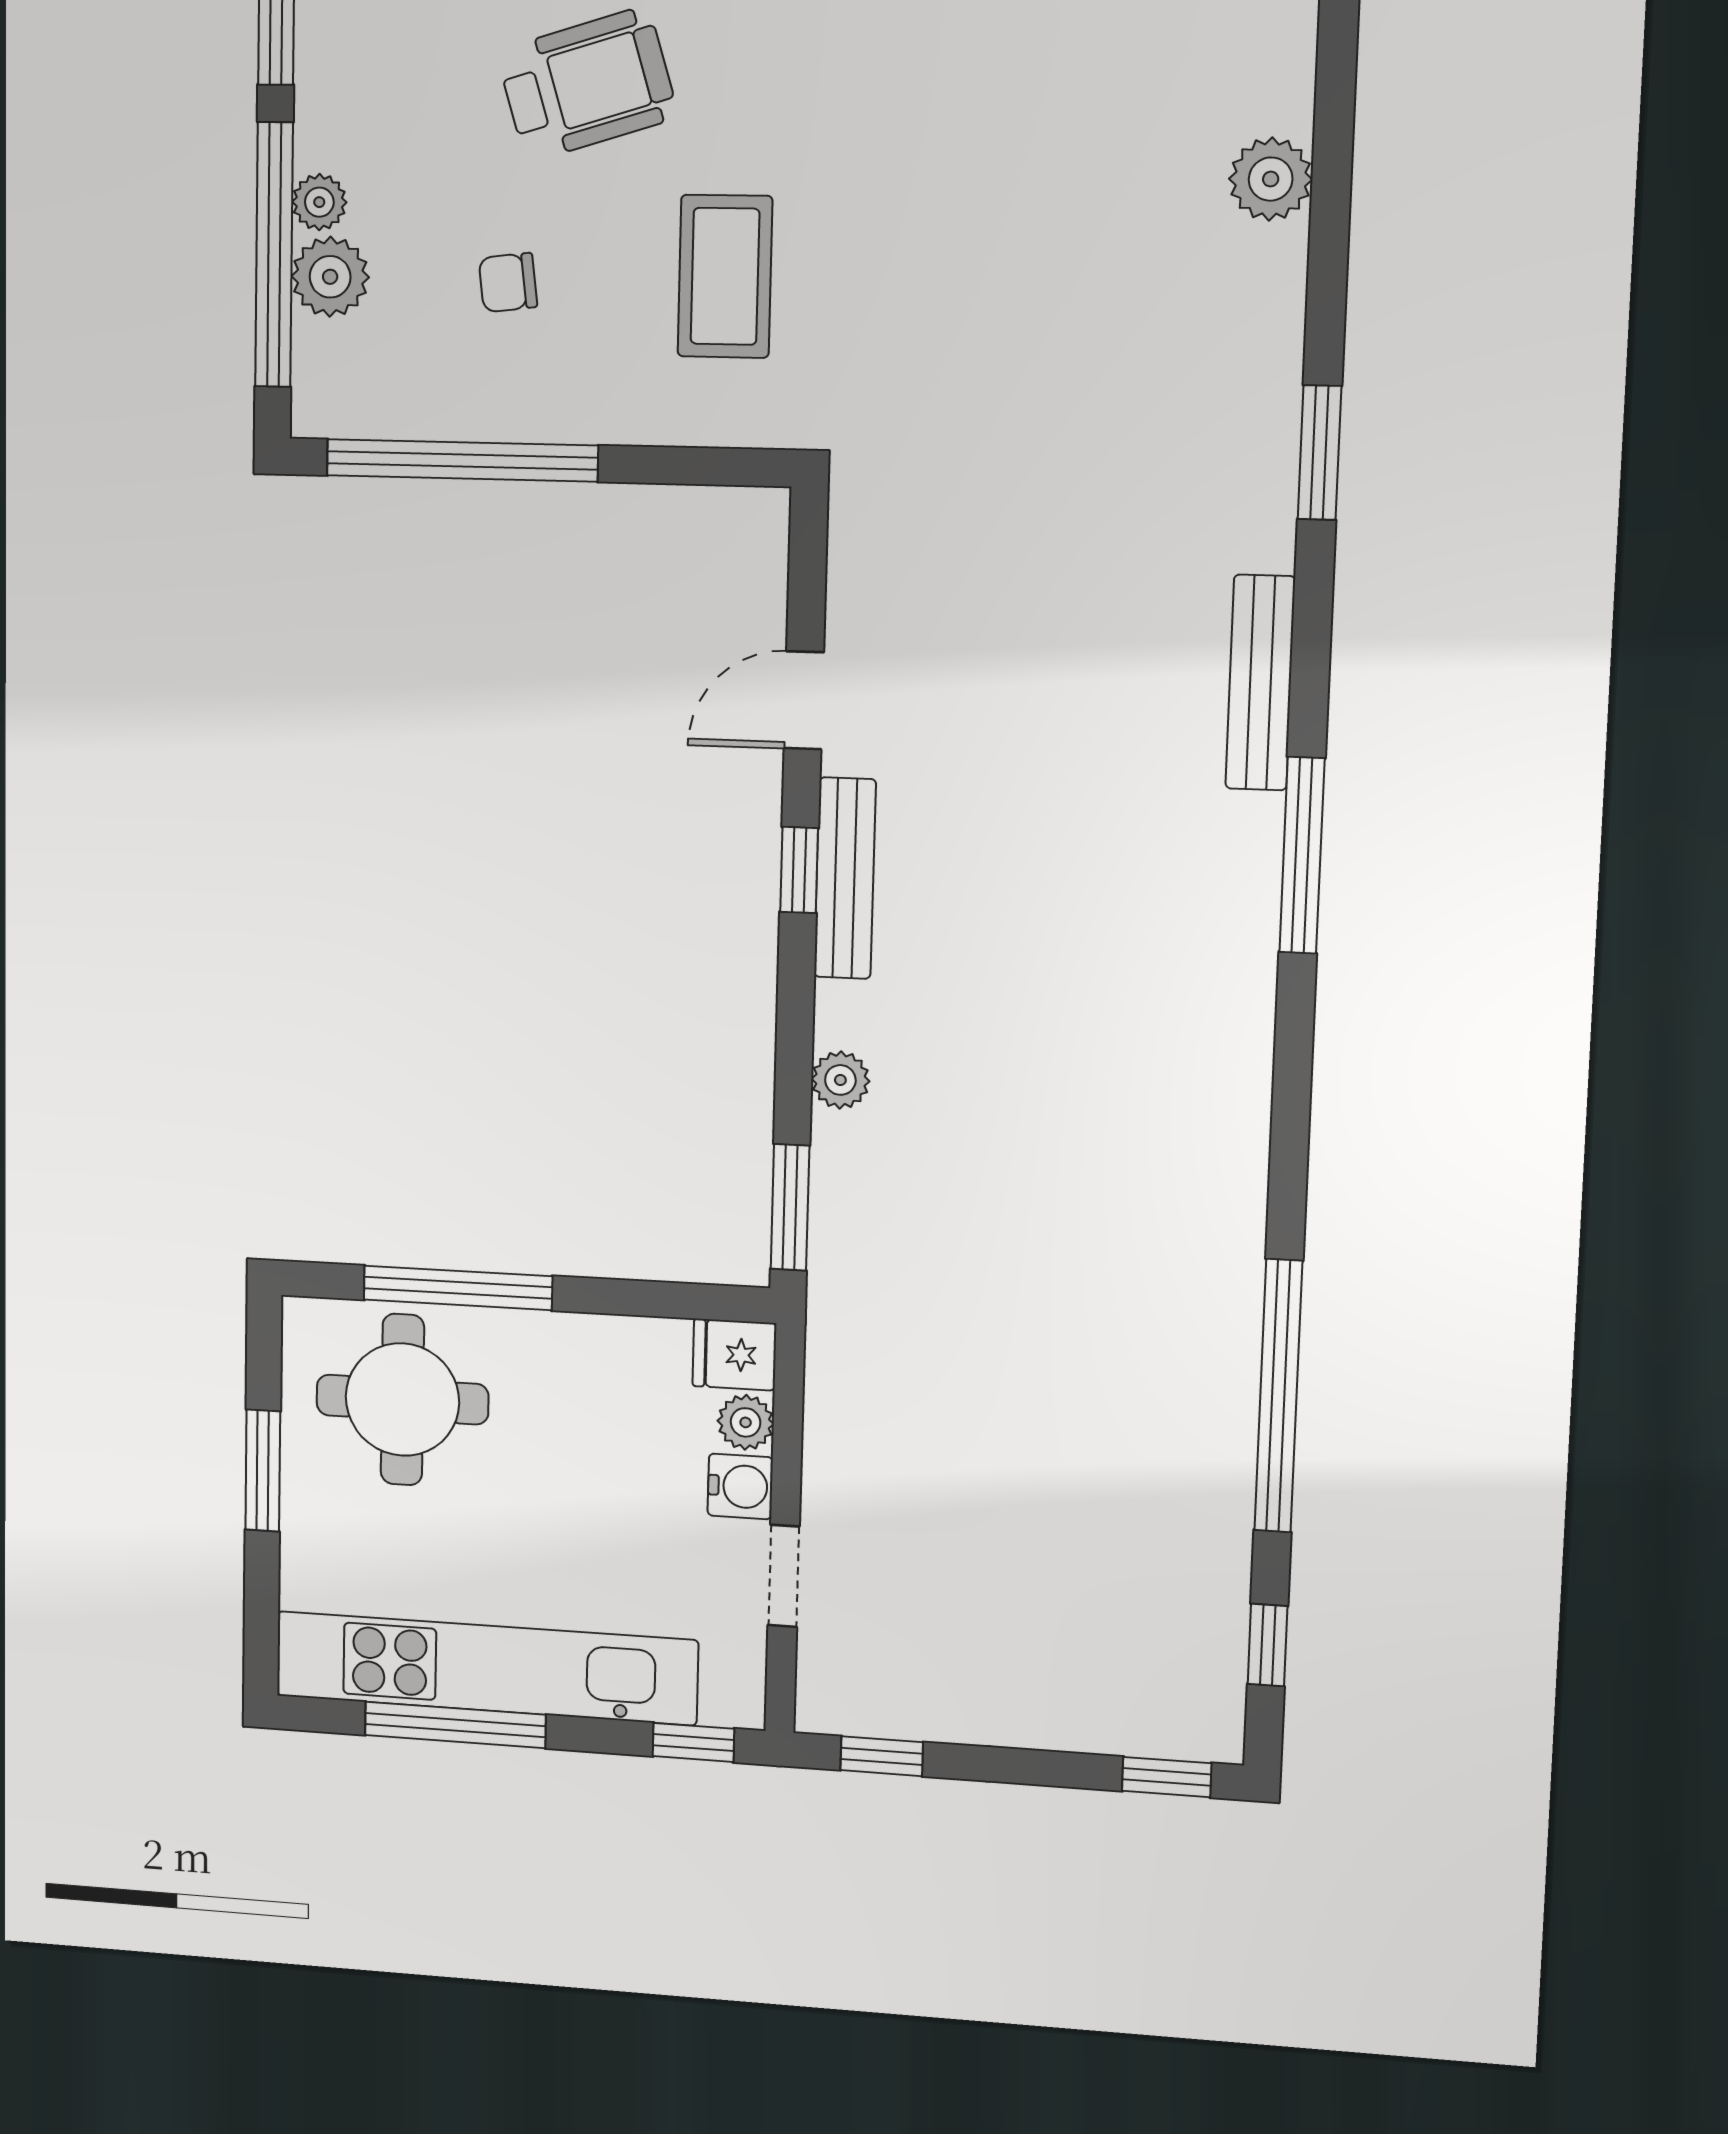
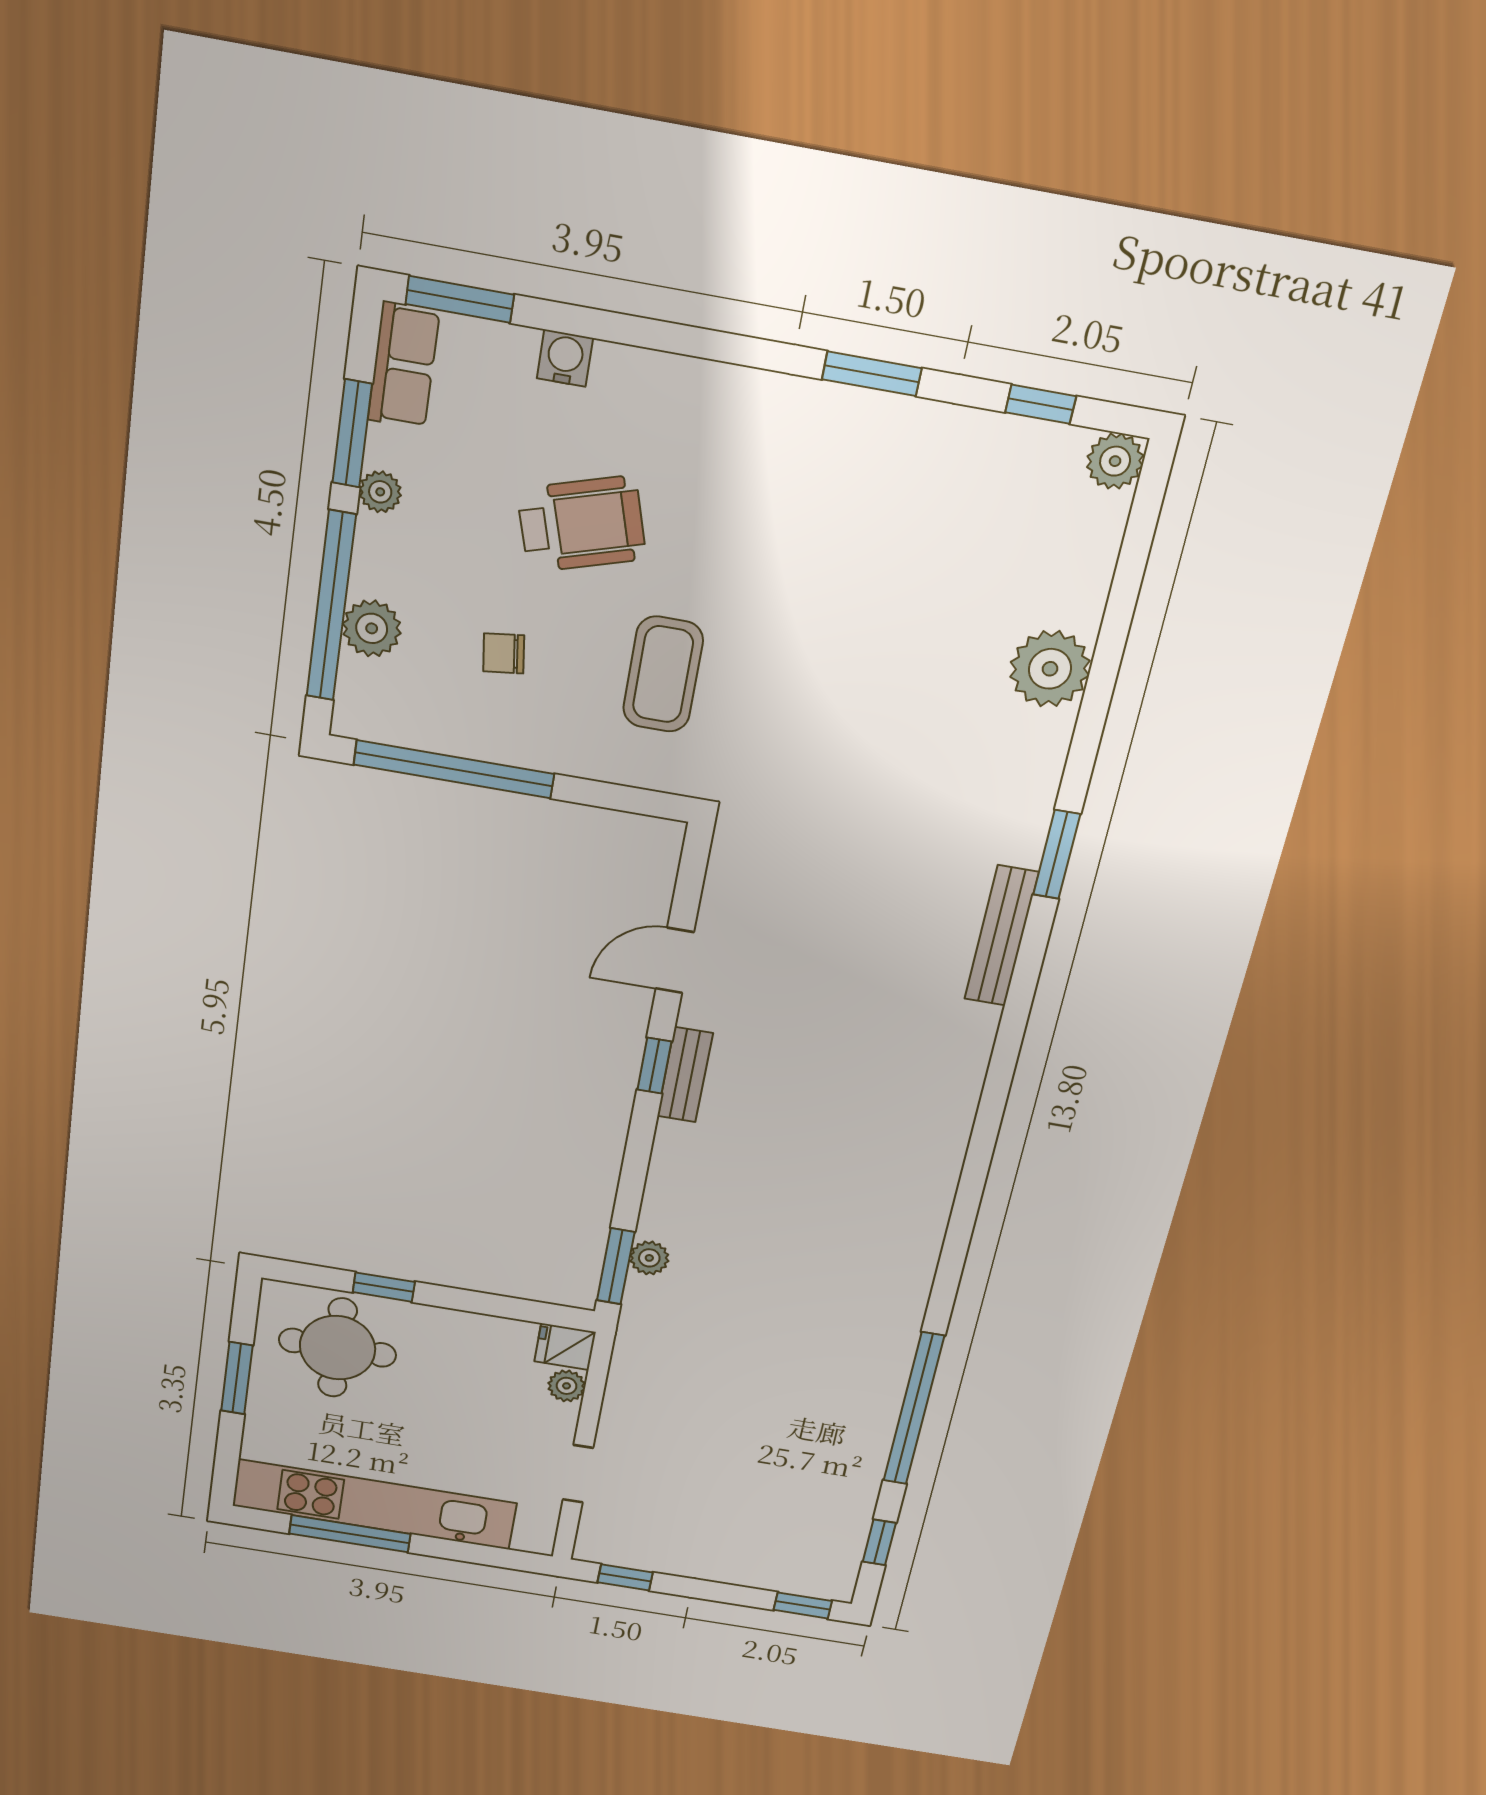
plant: (1271, 179) -> (1050, 669), width x1.36, depth x1.36
plant: (319, 202) -> (380, 492), moved
bench: (1260, 683) -> (1001, 936), moved
window: (1302, 855) -> (993, 1101), removed
bench: (845, 878) -> (685, 1075), width x0.73
plant: (840, 1080) -> (649, 1258), moved
window: (458, 1288) -> (384, 1287), width x0.46
water cooler: (740, 1486) -> (557, 1421), removed
window: (693, 1742) -> (505, 1558), removed

